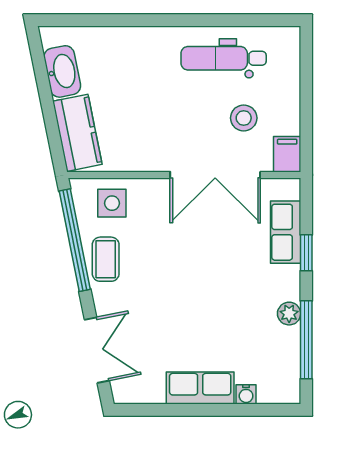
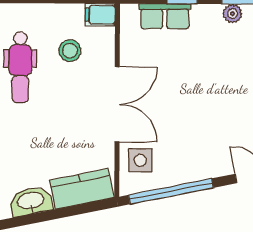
double door: (215, 175) -> (117, 104), moved
coffee table: (106, 259) -> (187, 166), removed

